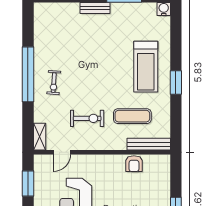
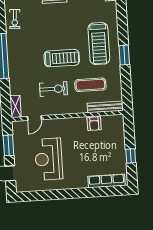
treadmill: (100, 81) -> (62, 58), added
exercise bike: (54, 83) -> (15, 19), moved

